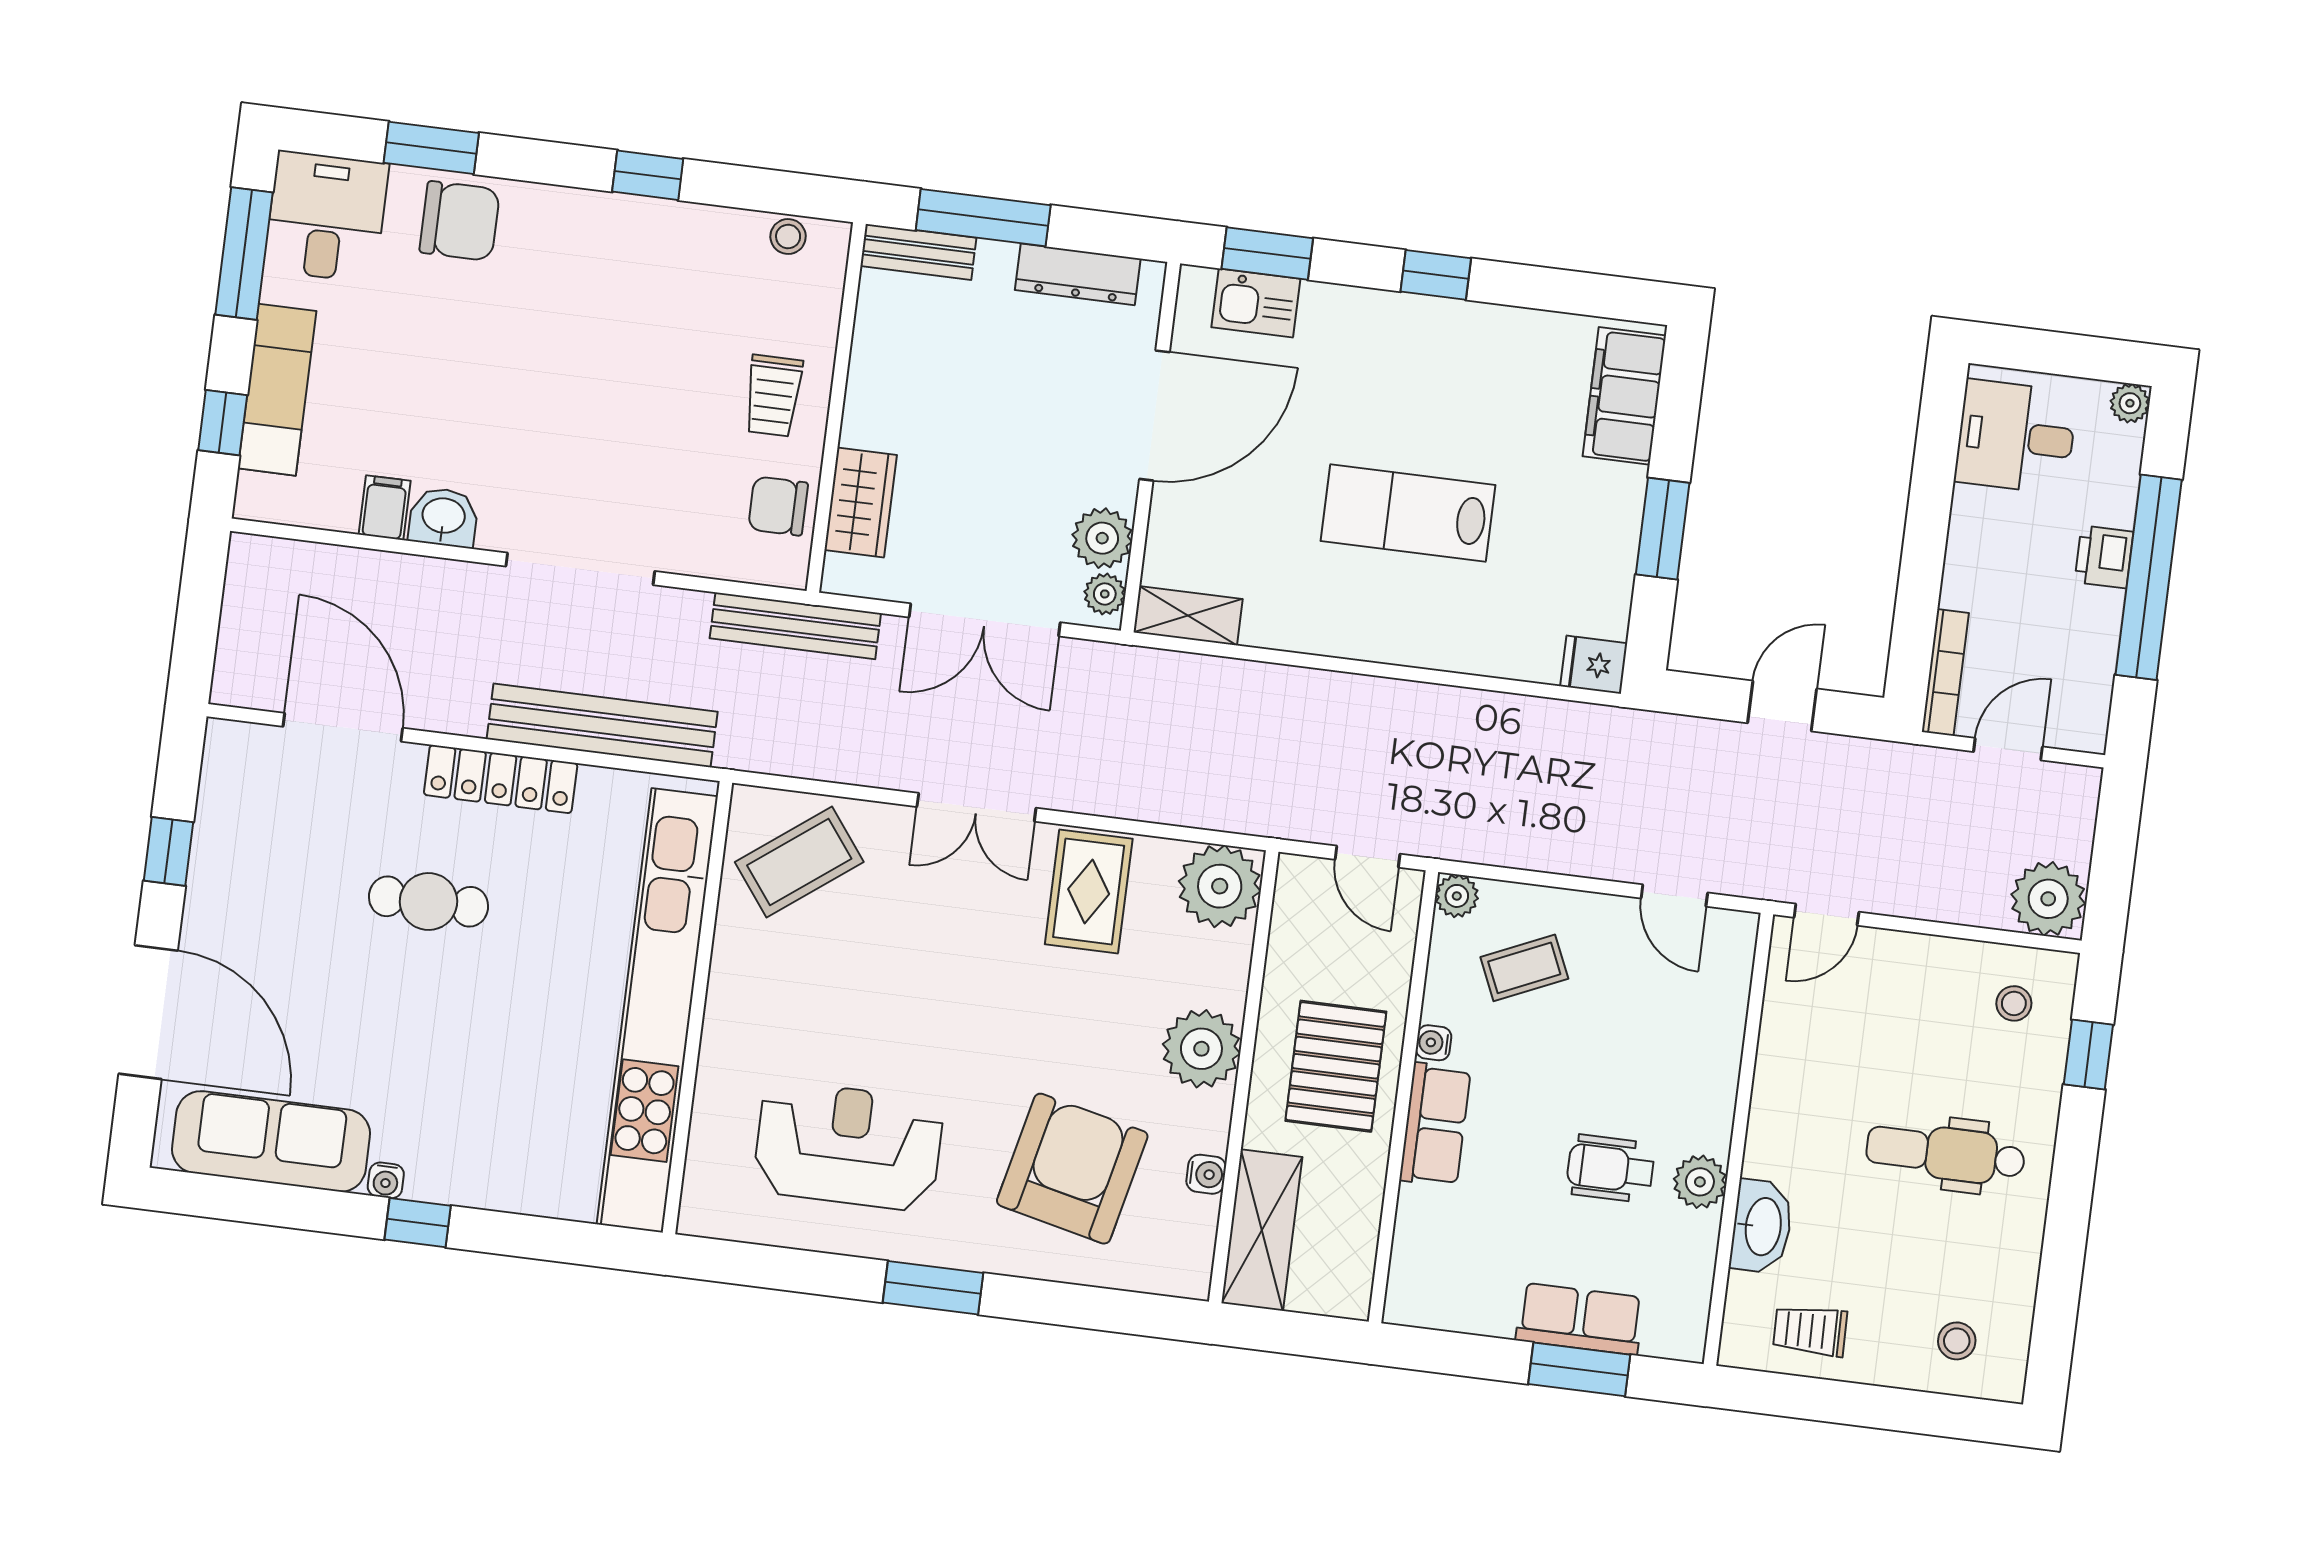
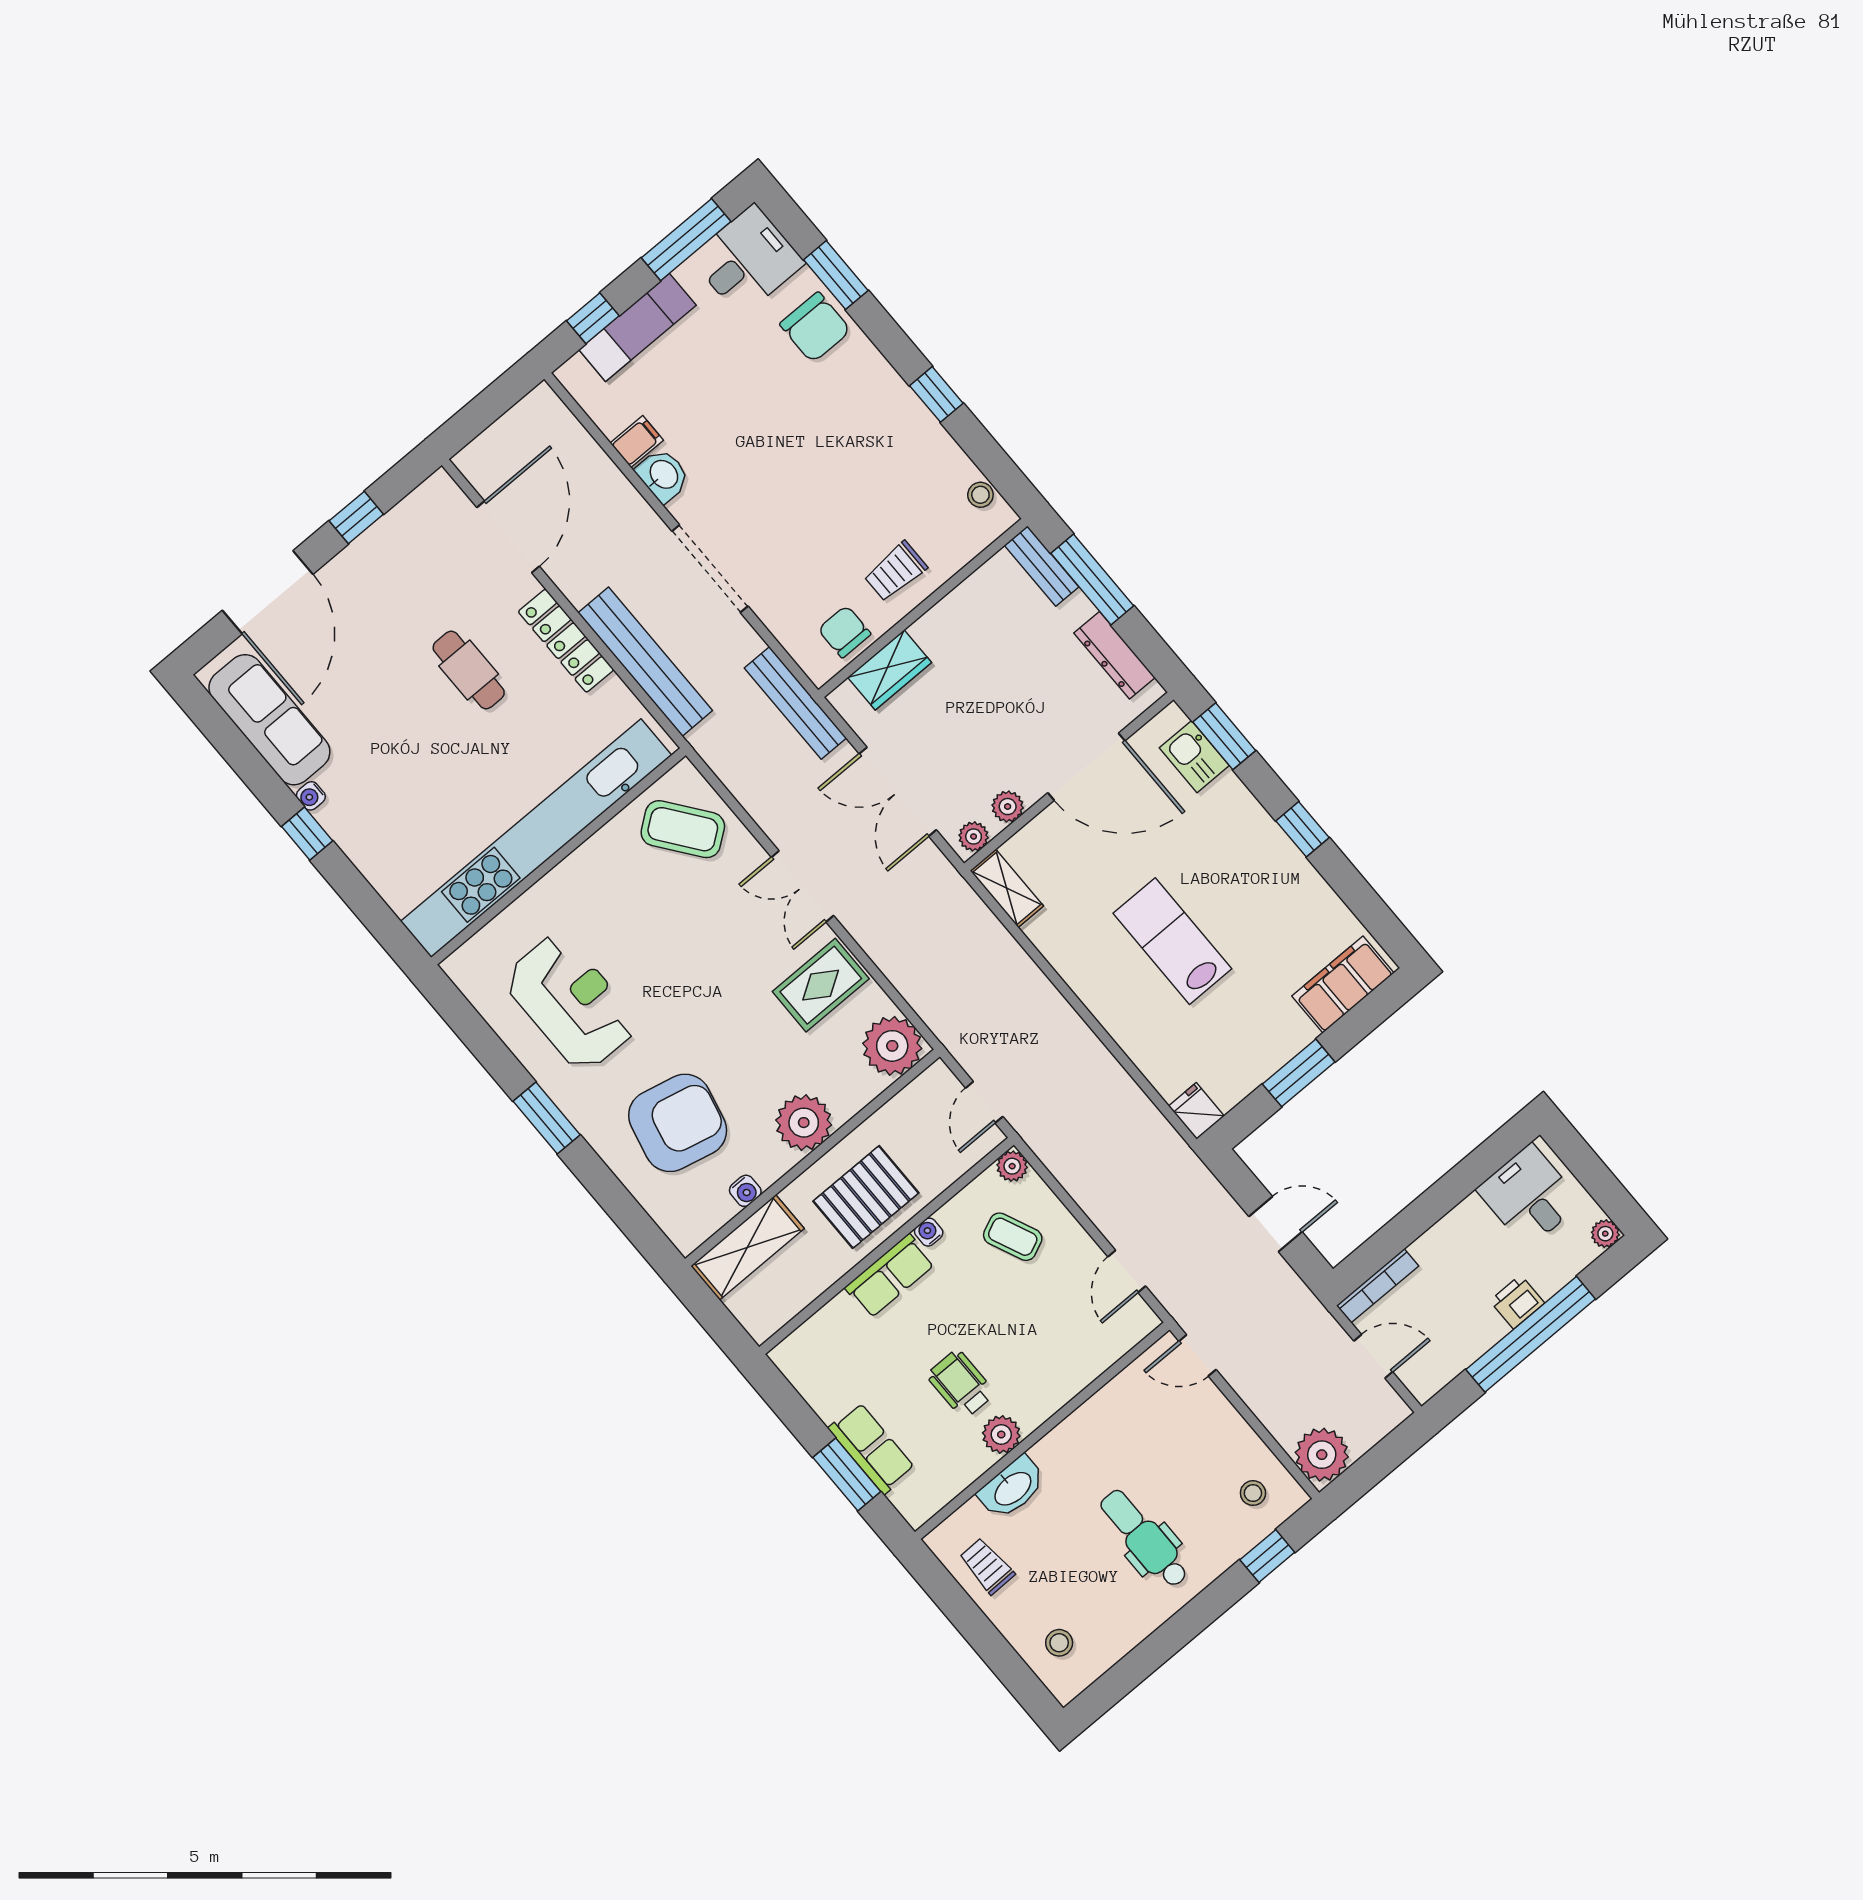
plant: (1102, 538) -> (1008, 807), width x0.73, depth x0.73

